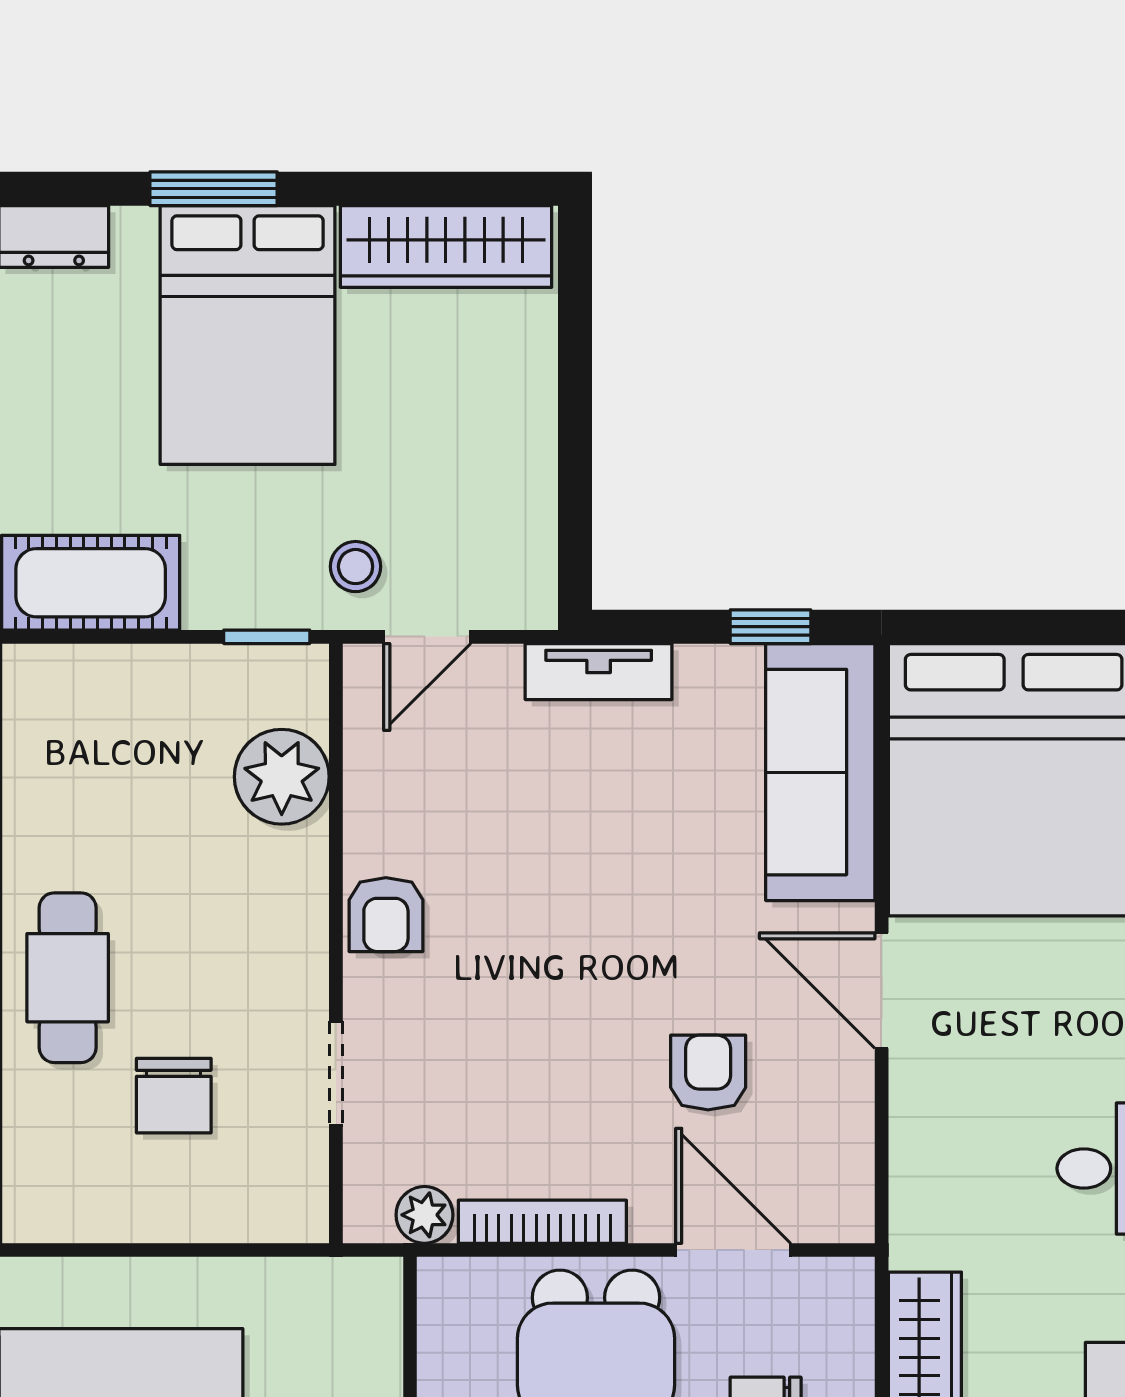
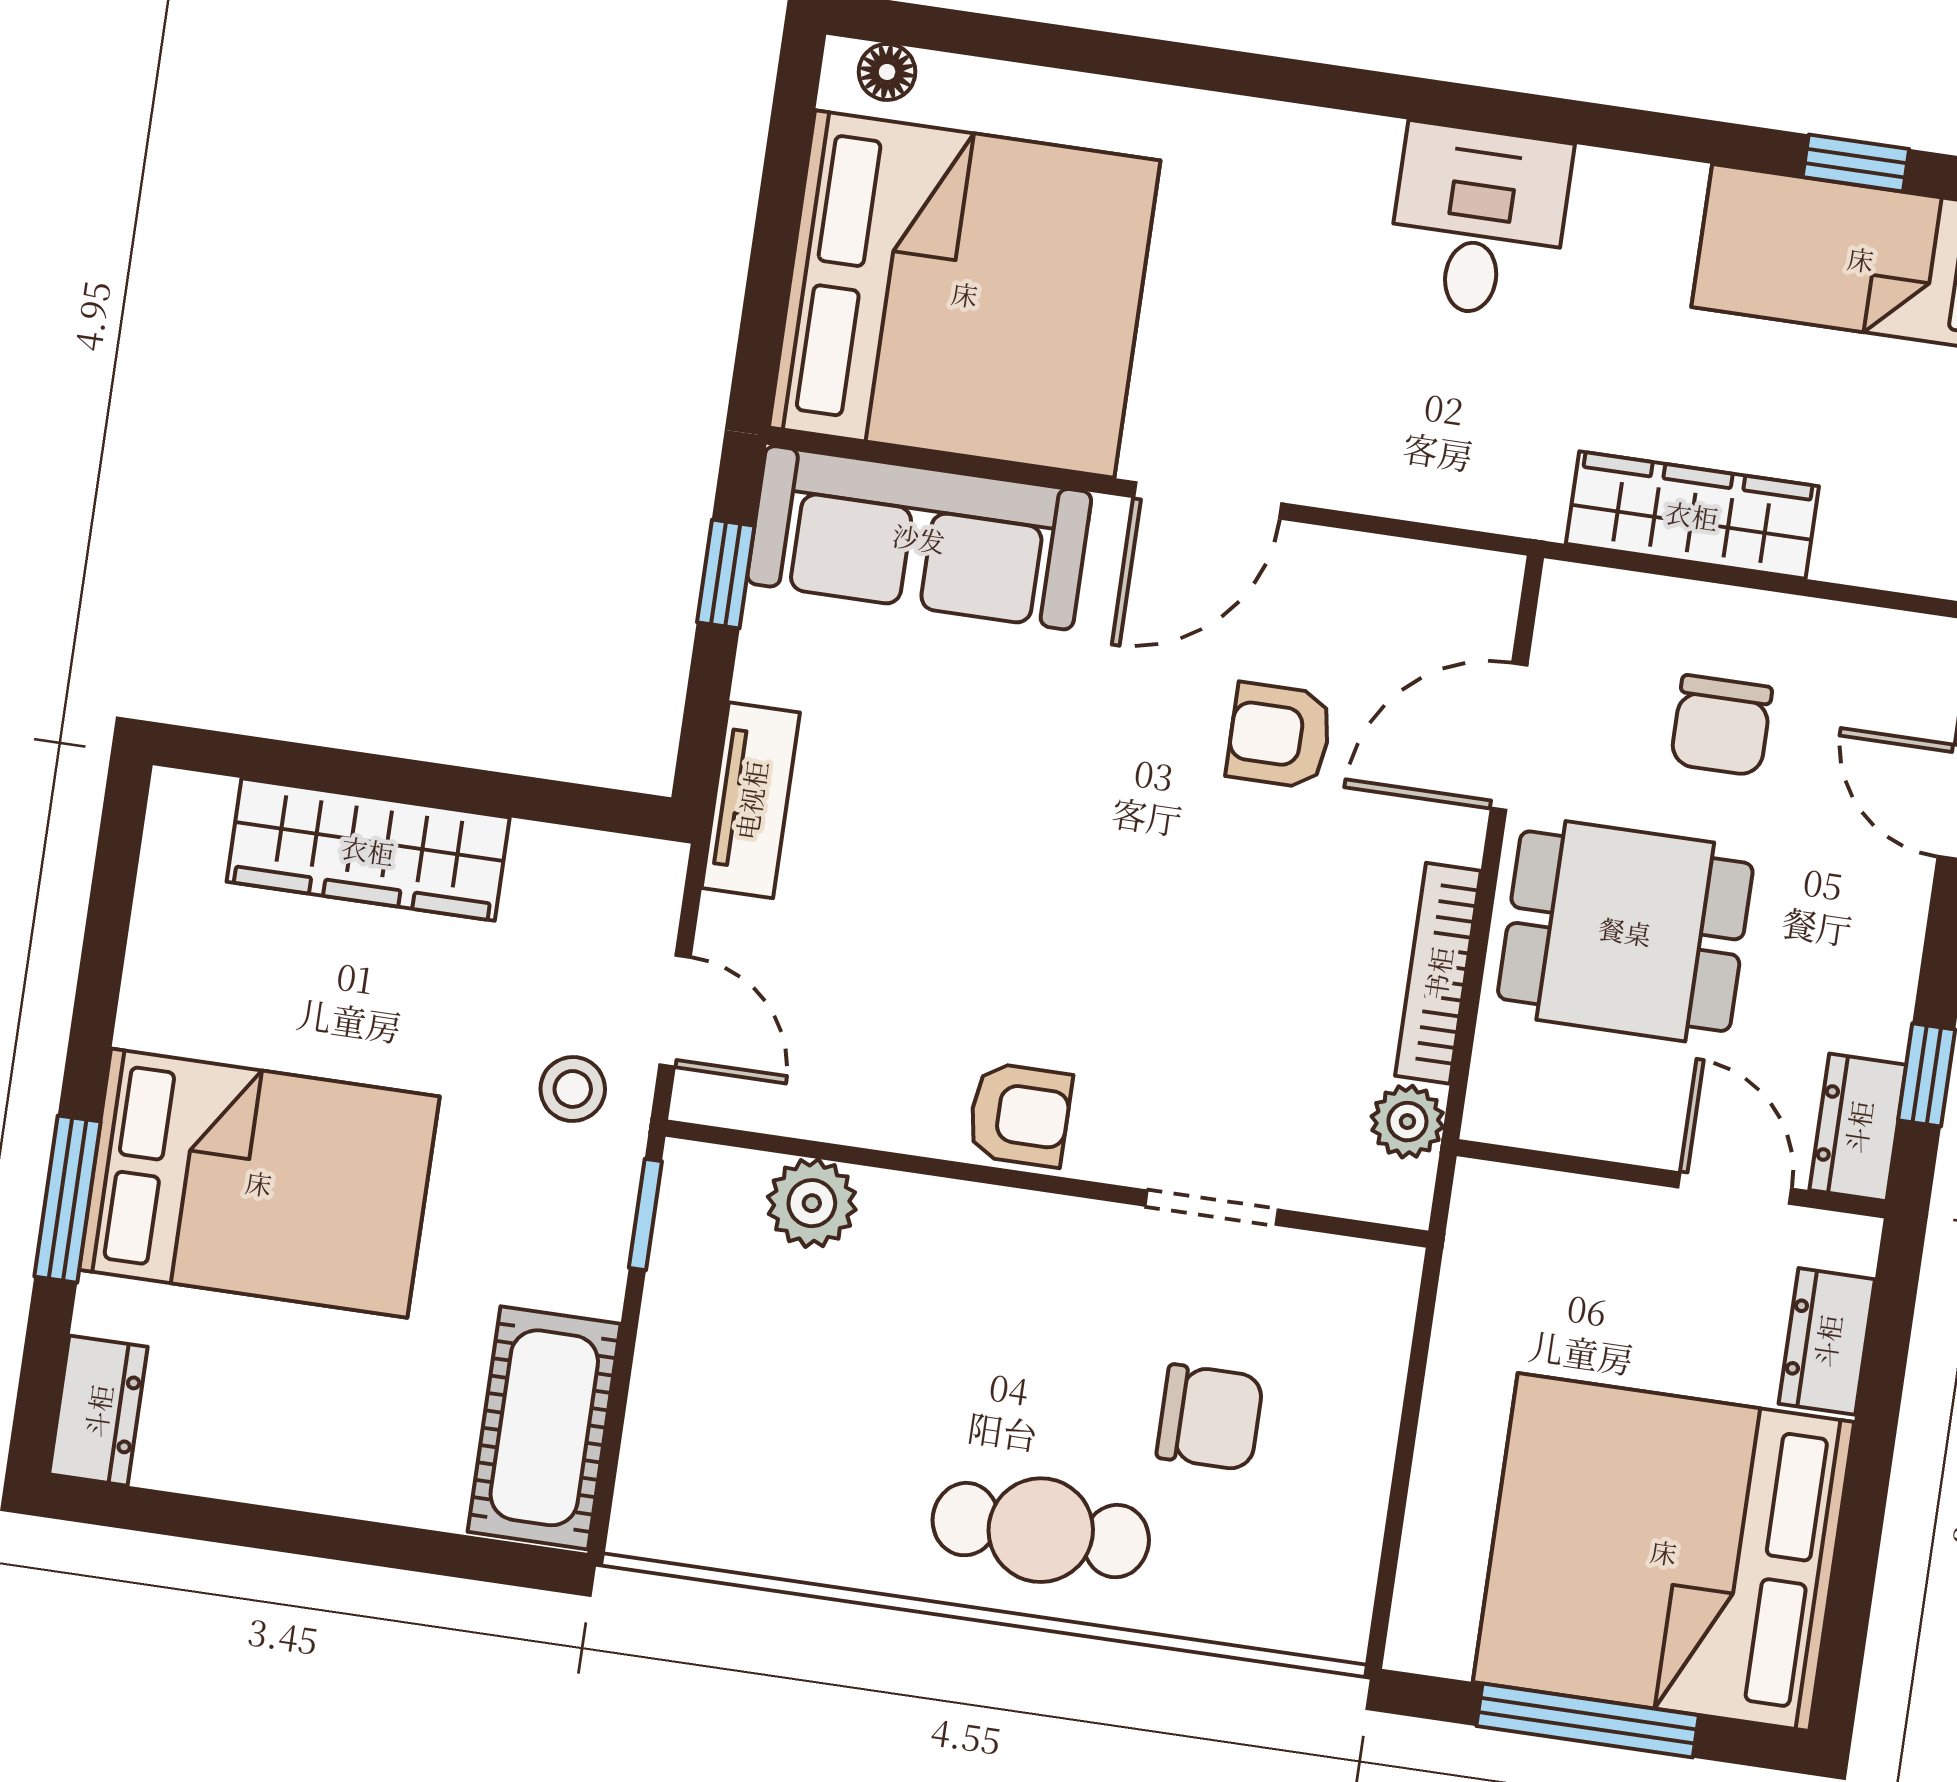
wardrobe: (446, 246) -> (368, 850), moved, turned 90
plant: (282, 777) -> (812, 1203), width x0.73, depth x0.73

